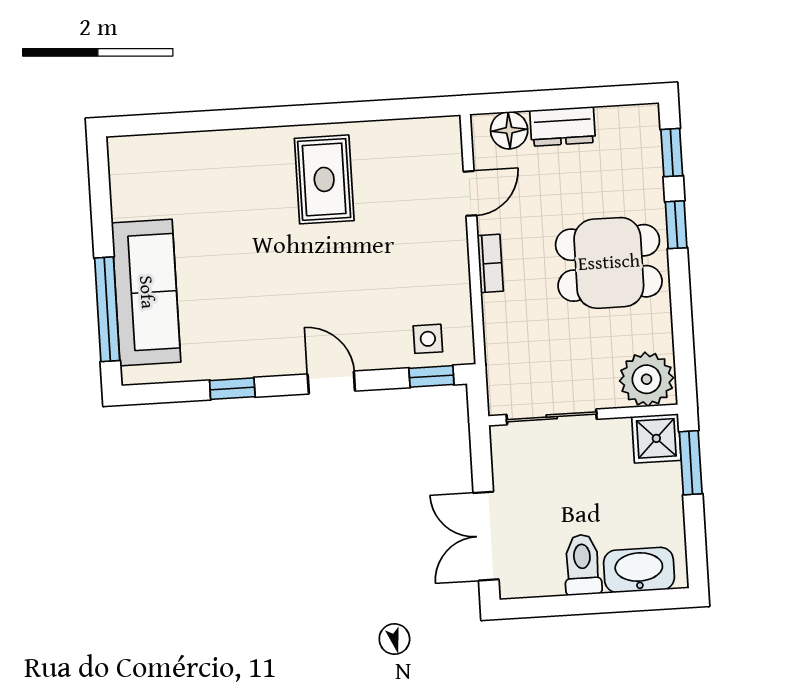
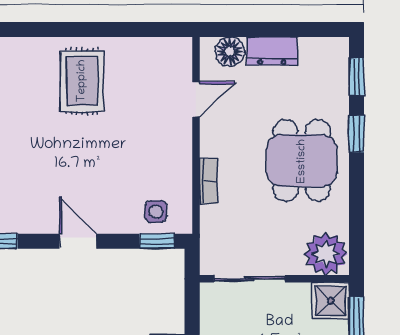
bookcase: (490, 263) -> (208, 182), moved
dining table: (609, 263) -> (302, 161), turned 90

